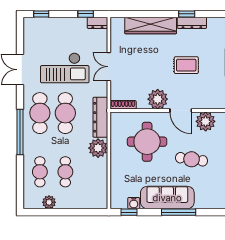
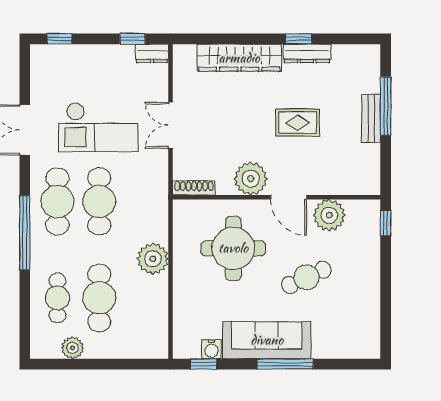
dresser: (100, 117) -> (157, 208), removed
cafe table: (192, 159) -> (306, 277), turned -33
cafe table: (65, 172) -> (99, 298), width x1.37, depth x1.35

